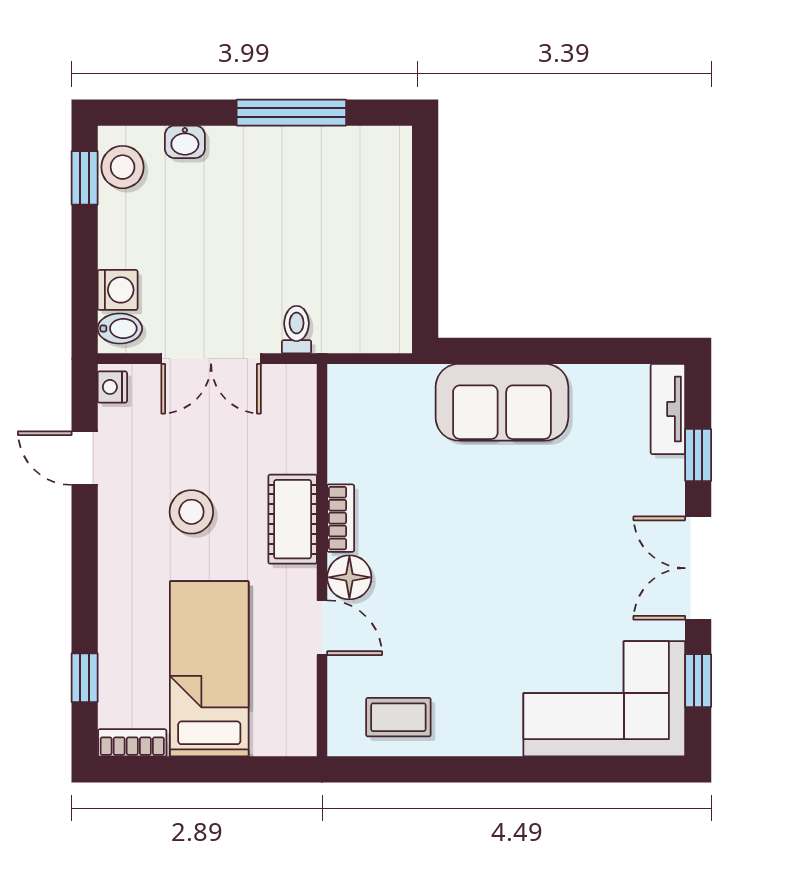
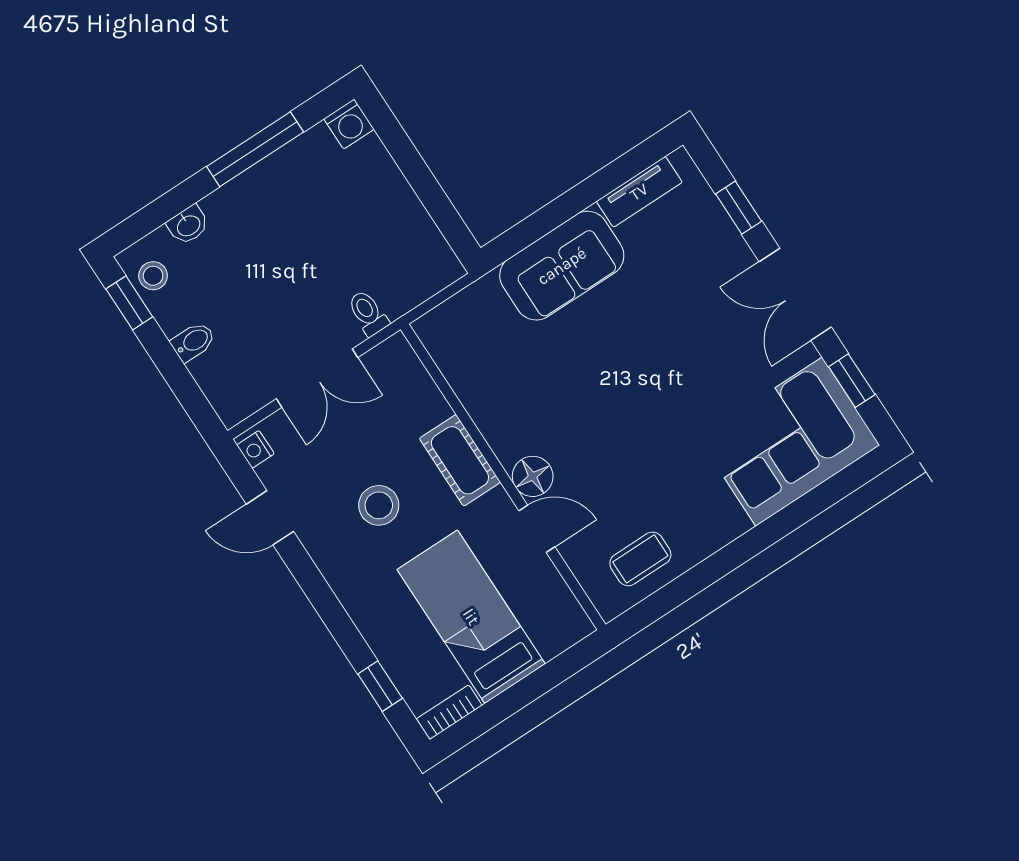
stool: (123, 167) -> (153, 276), width x0.73, depth x0.73
washing machine: (118, 290) -> (349, 124), moved, turned 90
bidet: (120, 329) -> (193, 342), moved
tv unit: (668, 409) -> (639, 192), moved, turned -90
bookcase: (341, 518) -> (496, 435), removed

